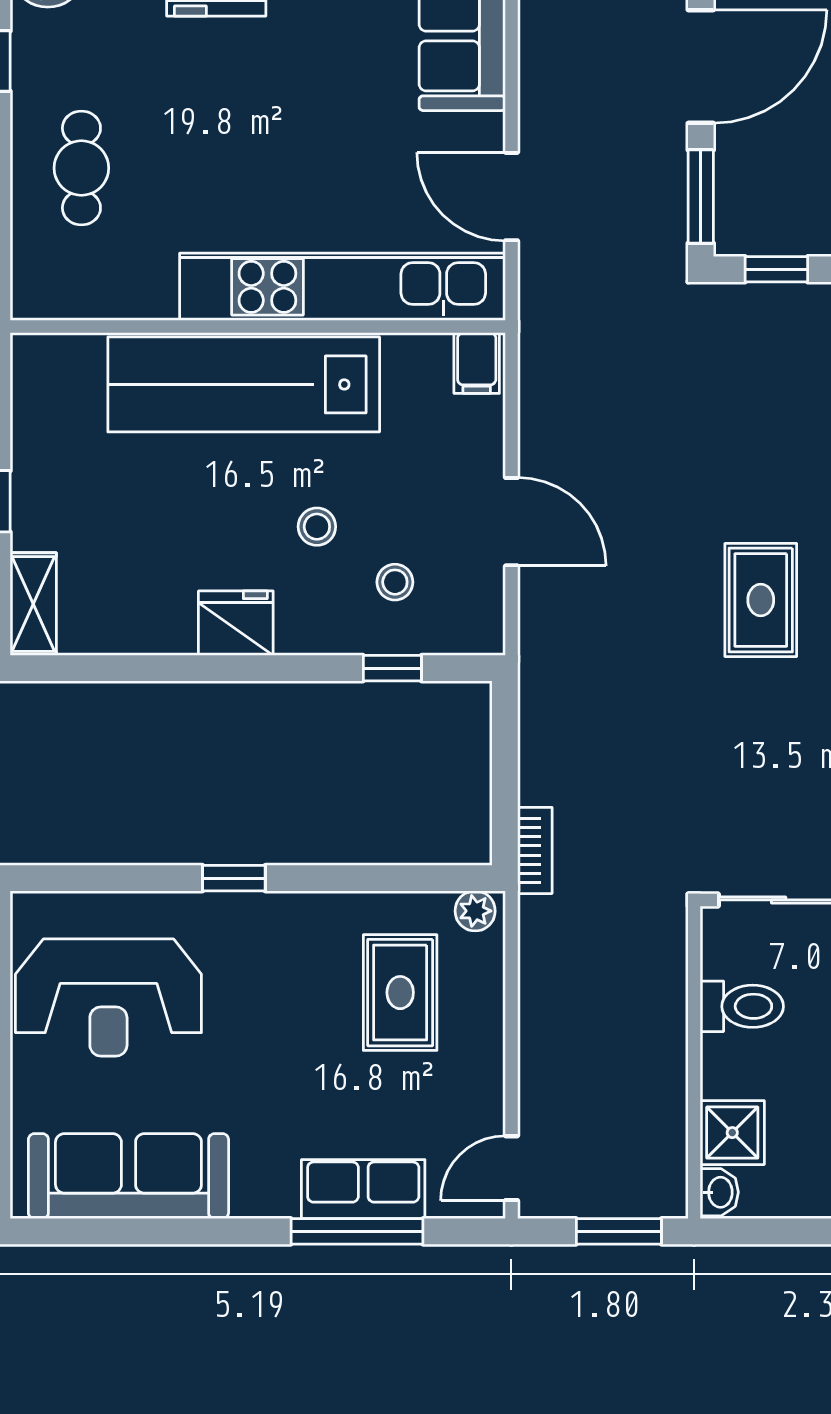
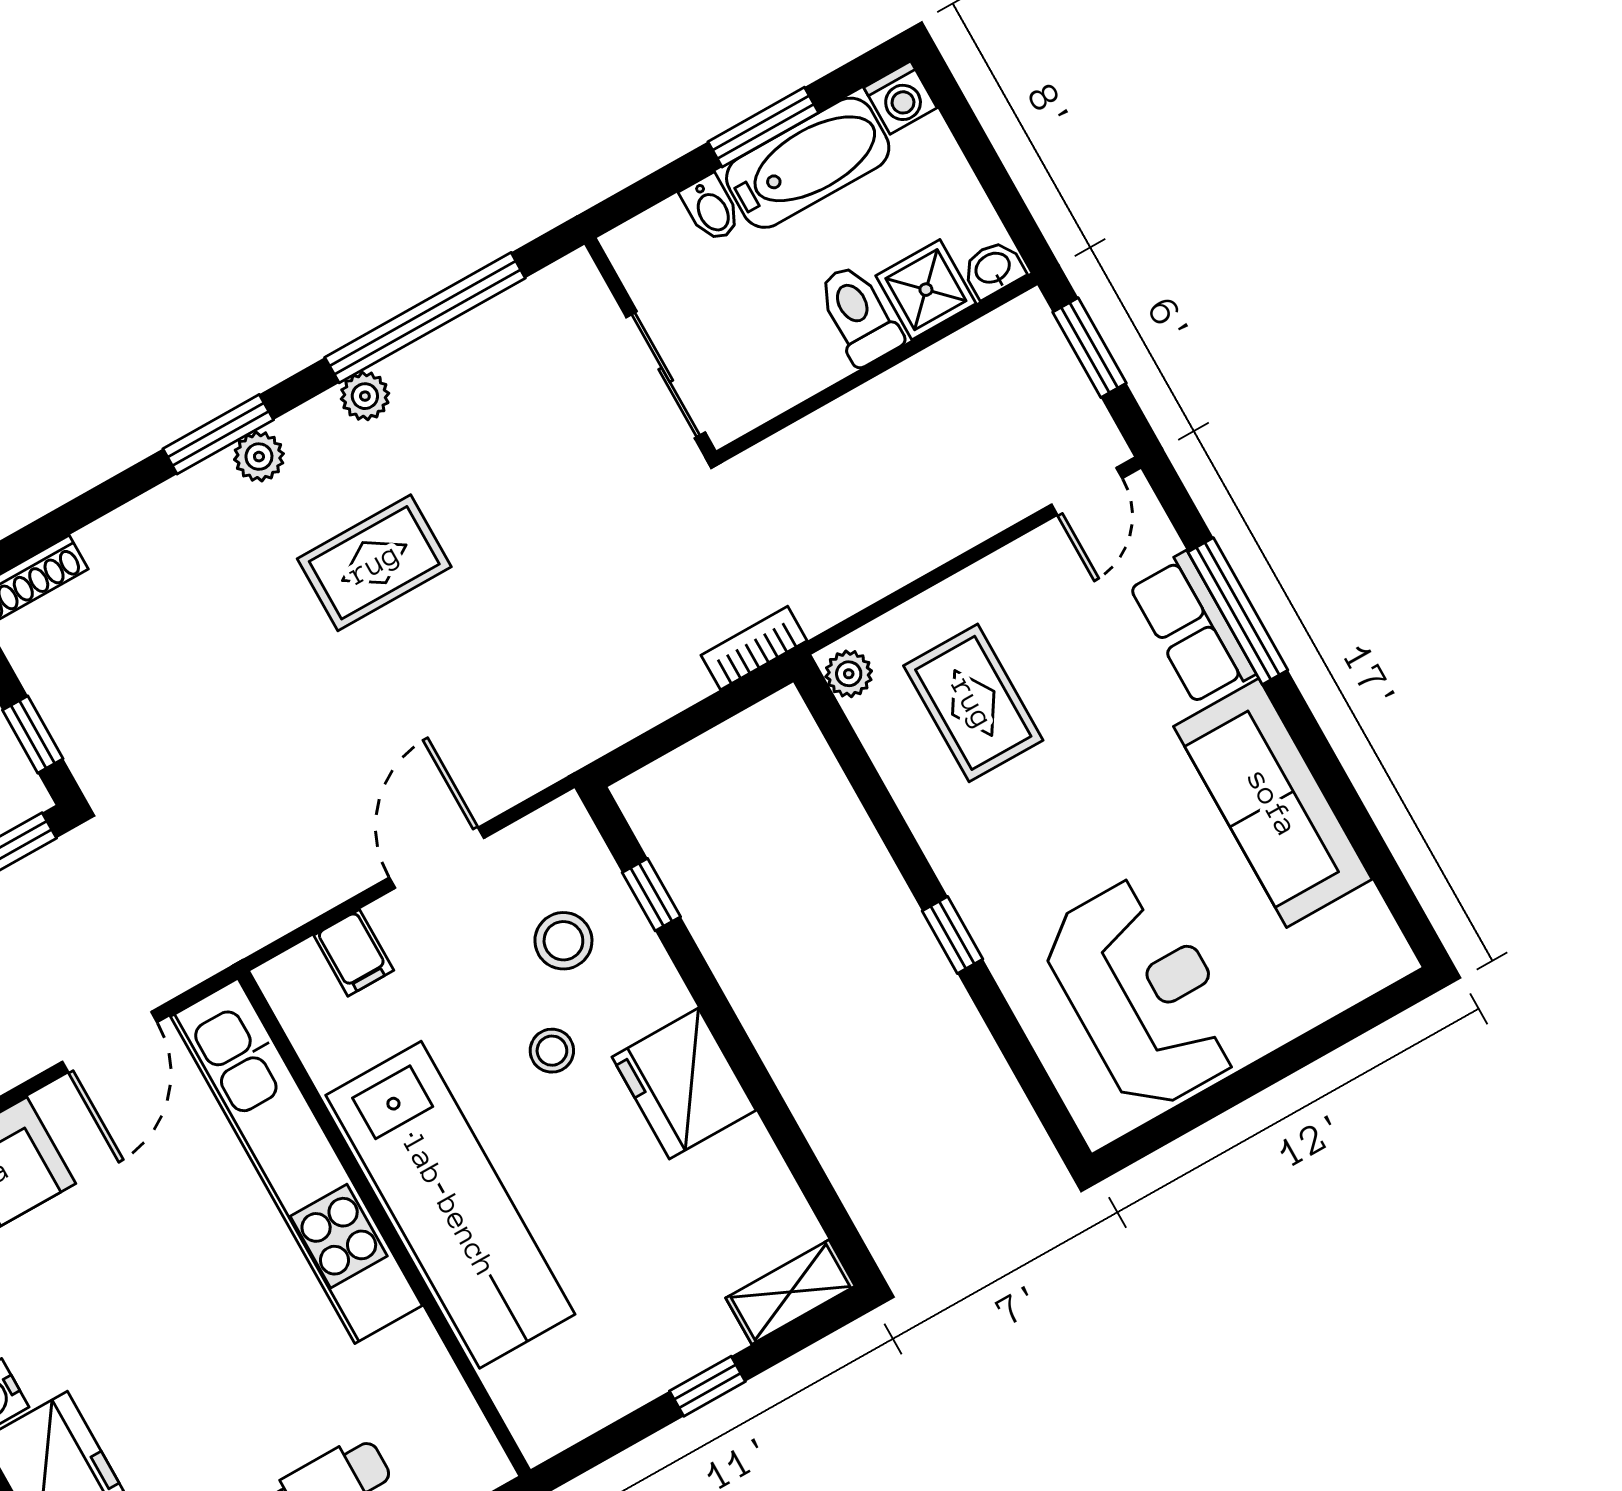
filing cabinet: (477, 363) -> (354, 953), moved, turned 90
stool: (395, 582) -> (563, 941), width x1.37, depth x1.37
fridge: (236, 623) -> (684, 1084), width x1.36, depth x1.34
rug: (400, 993) -> (973, 703), turned 90
toilet: (742, 1006) -> (859, 315), moved
door: (511, 1168) -> (1087, 491), hinge flipped
sofa: (128, 1176) -> (1273, 803), moved

